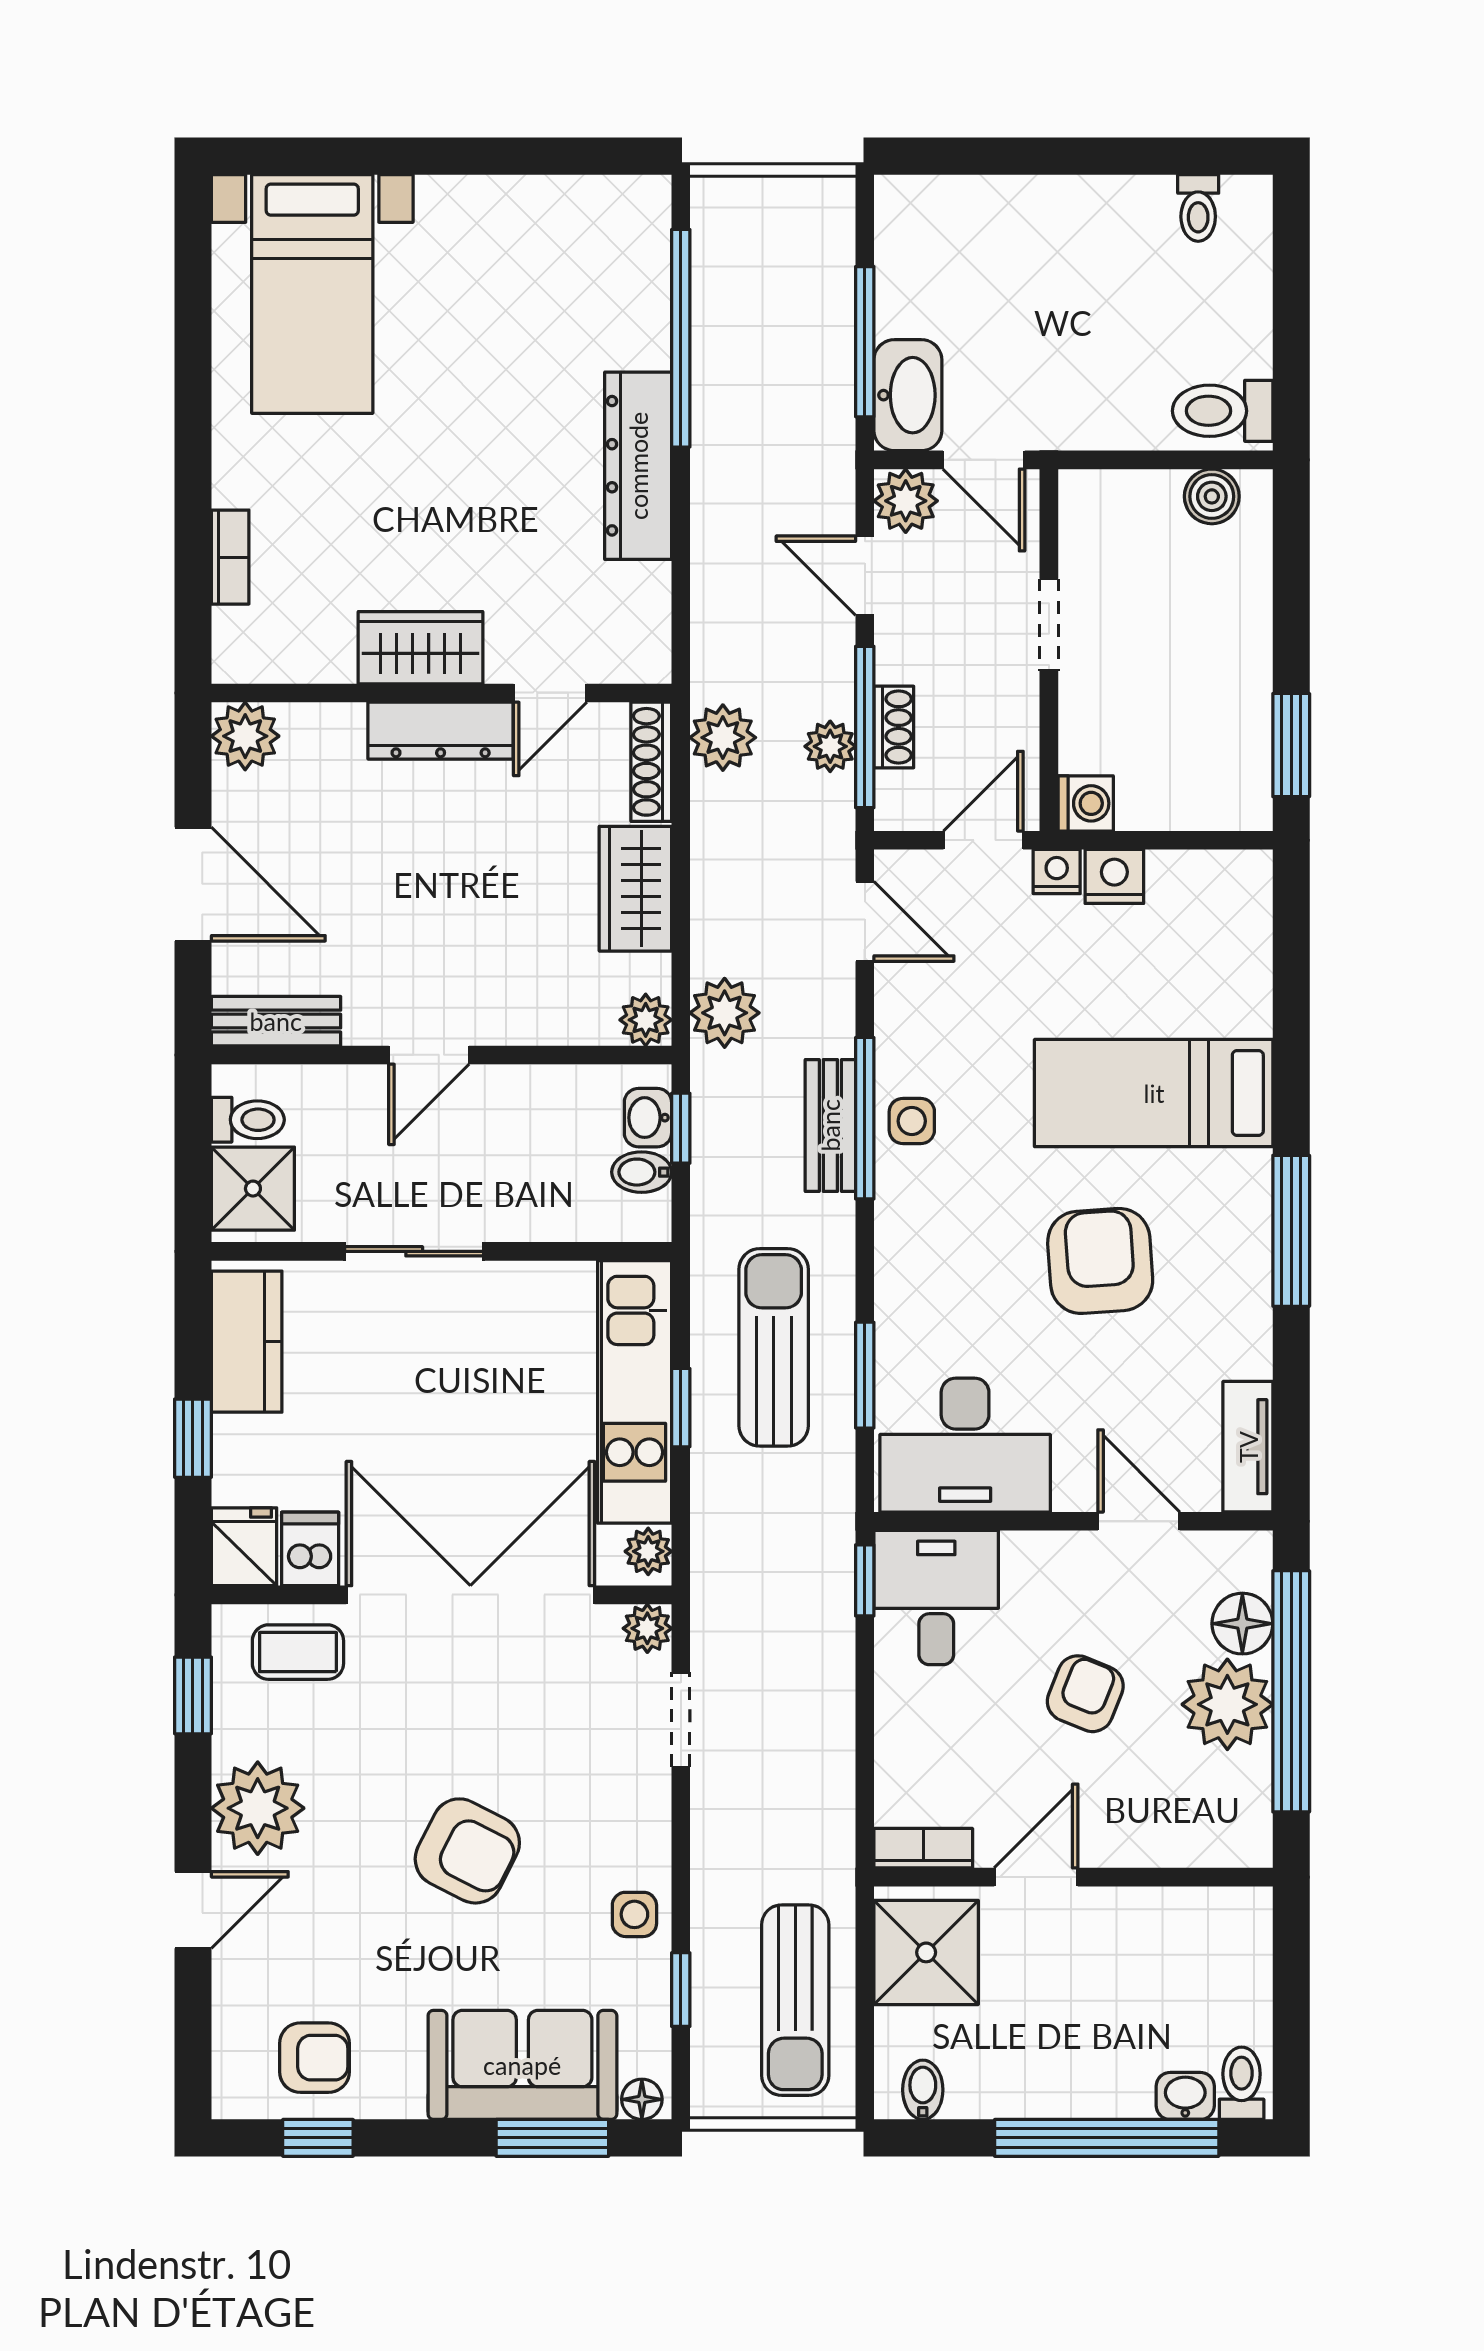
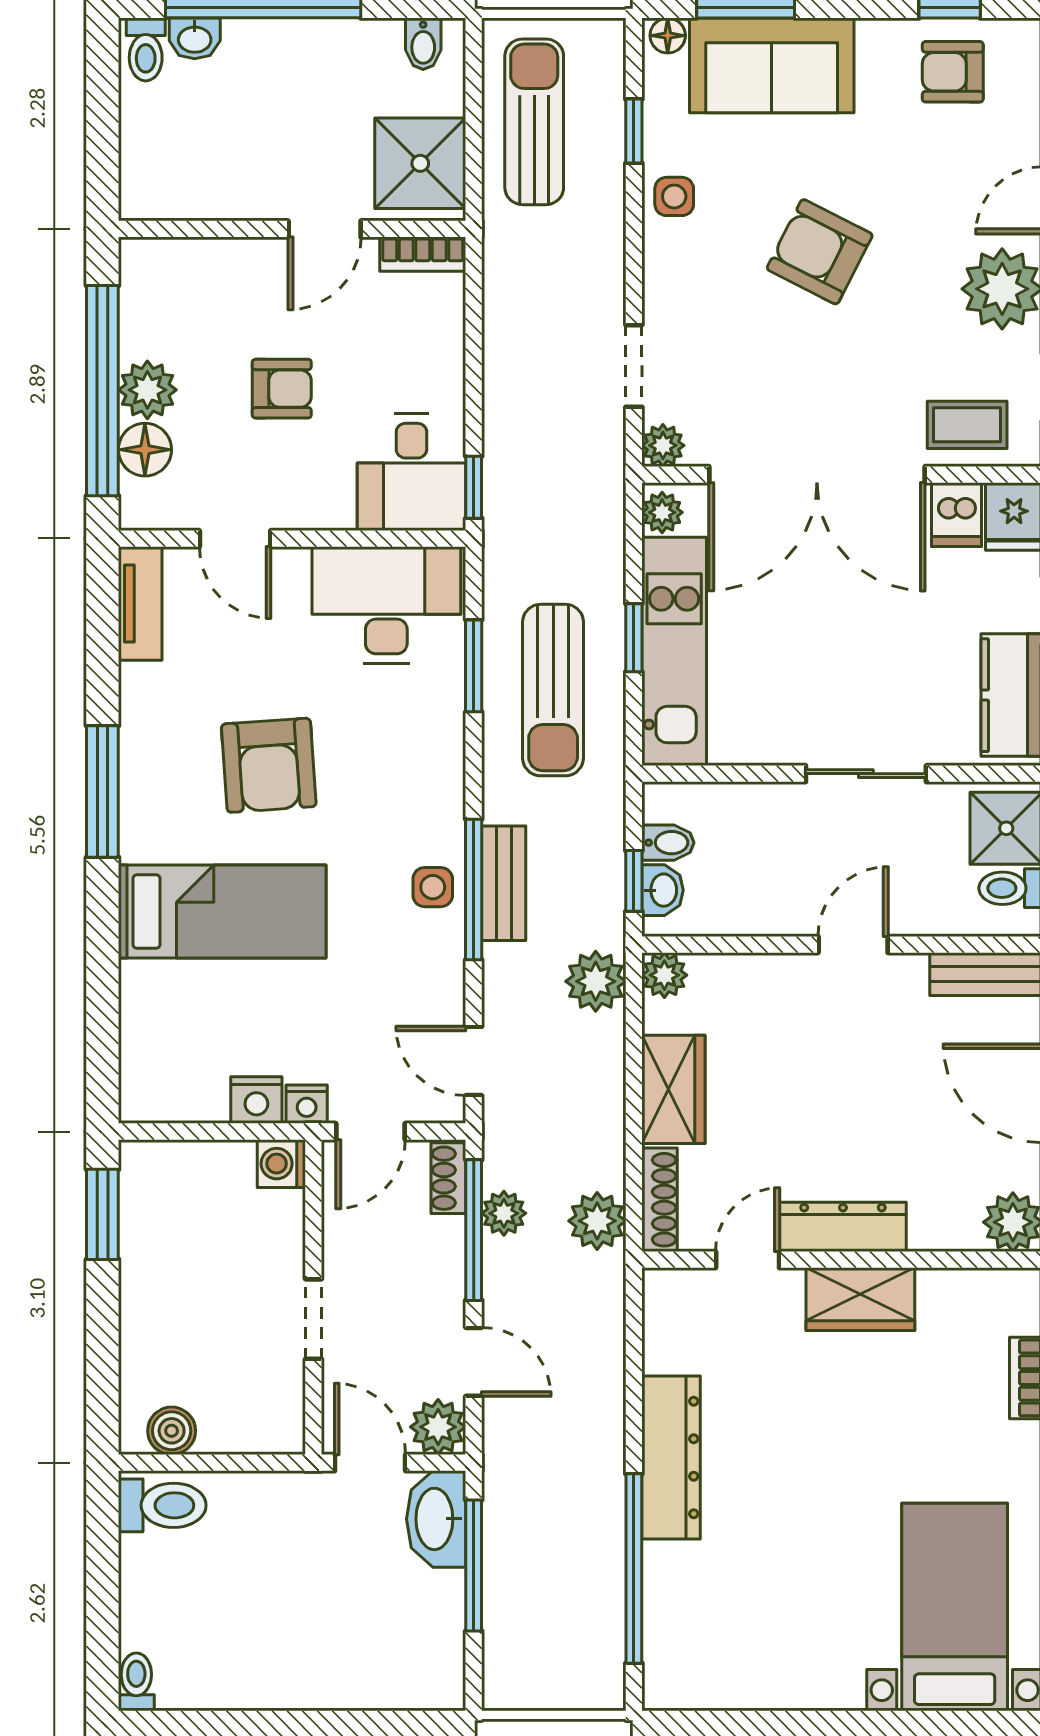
toilet: (1198, 208) -> (136, 1682), moved
shoe rack: (894, 727) -> (448, 1178), moved
armchair: (1085, 1694) -> (282, 389), turned -112
plant: (1227, 1704) -> (147, 390), width x0.73, depth x0.73

